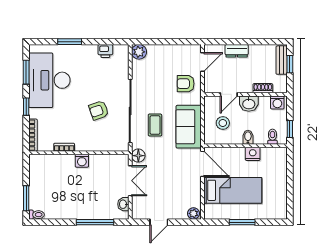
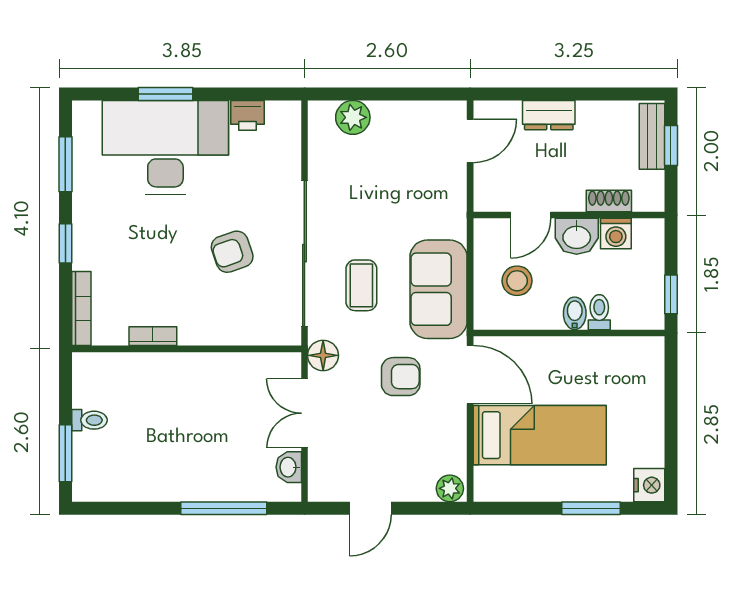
plant: (139, 52) -> (353, 117), moved
desk: (49, 80) -> (165, 147), moved, turned 90
armchair: (186, 84) -> (401, 377), moved, turned 180
washing machine: (277, 102) -> (616, 234), moved
toilet: (272, 137) -> (599, 312), moved
nightstand: (253, 154) -> (649, 485), moved, turned 90
washing machine: (82, 161) -> (194, 367), removed
double door: (130, 181) -> (304, 413), swing flipped
toilet: (36, 215) -> (89, 420), moved
window: (242, 222) -> (591, 508), moved

